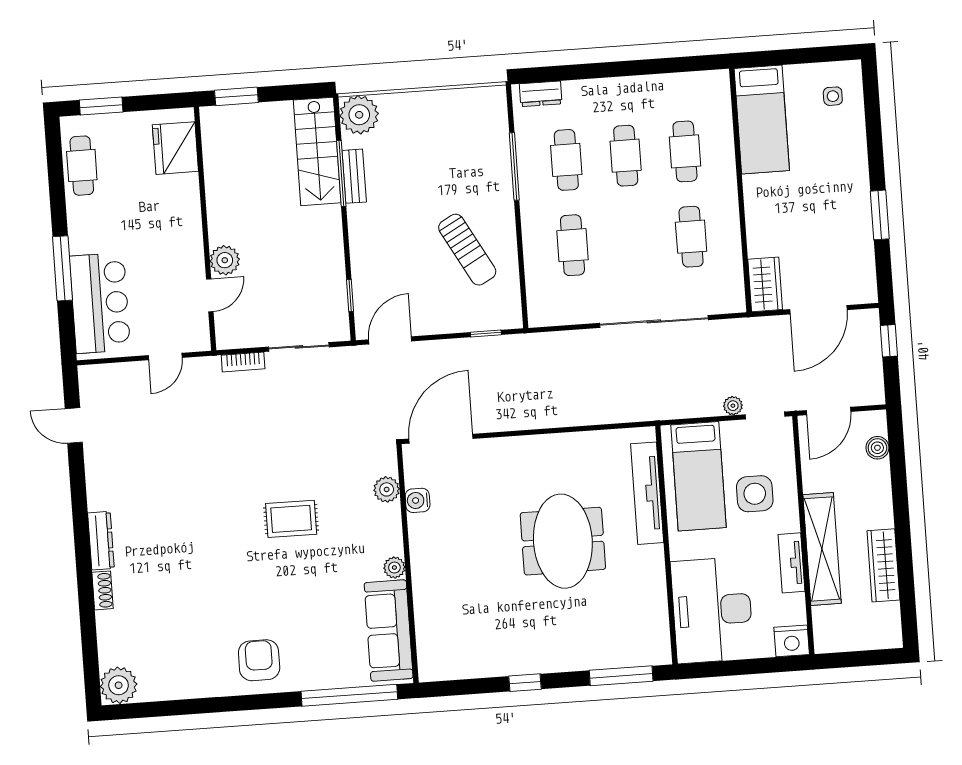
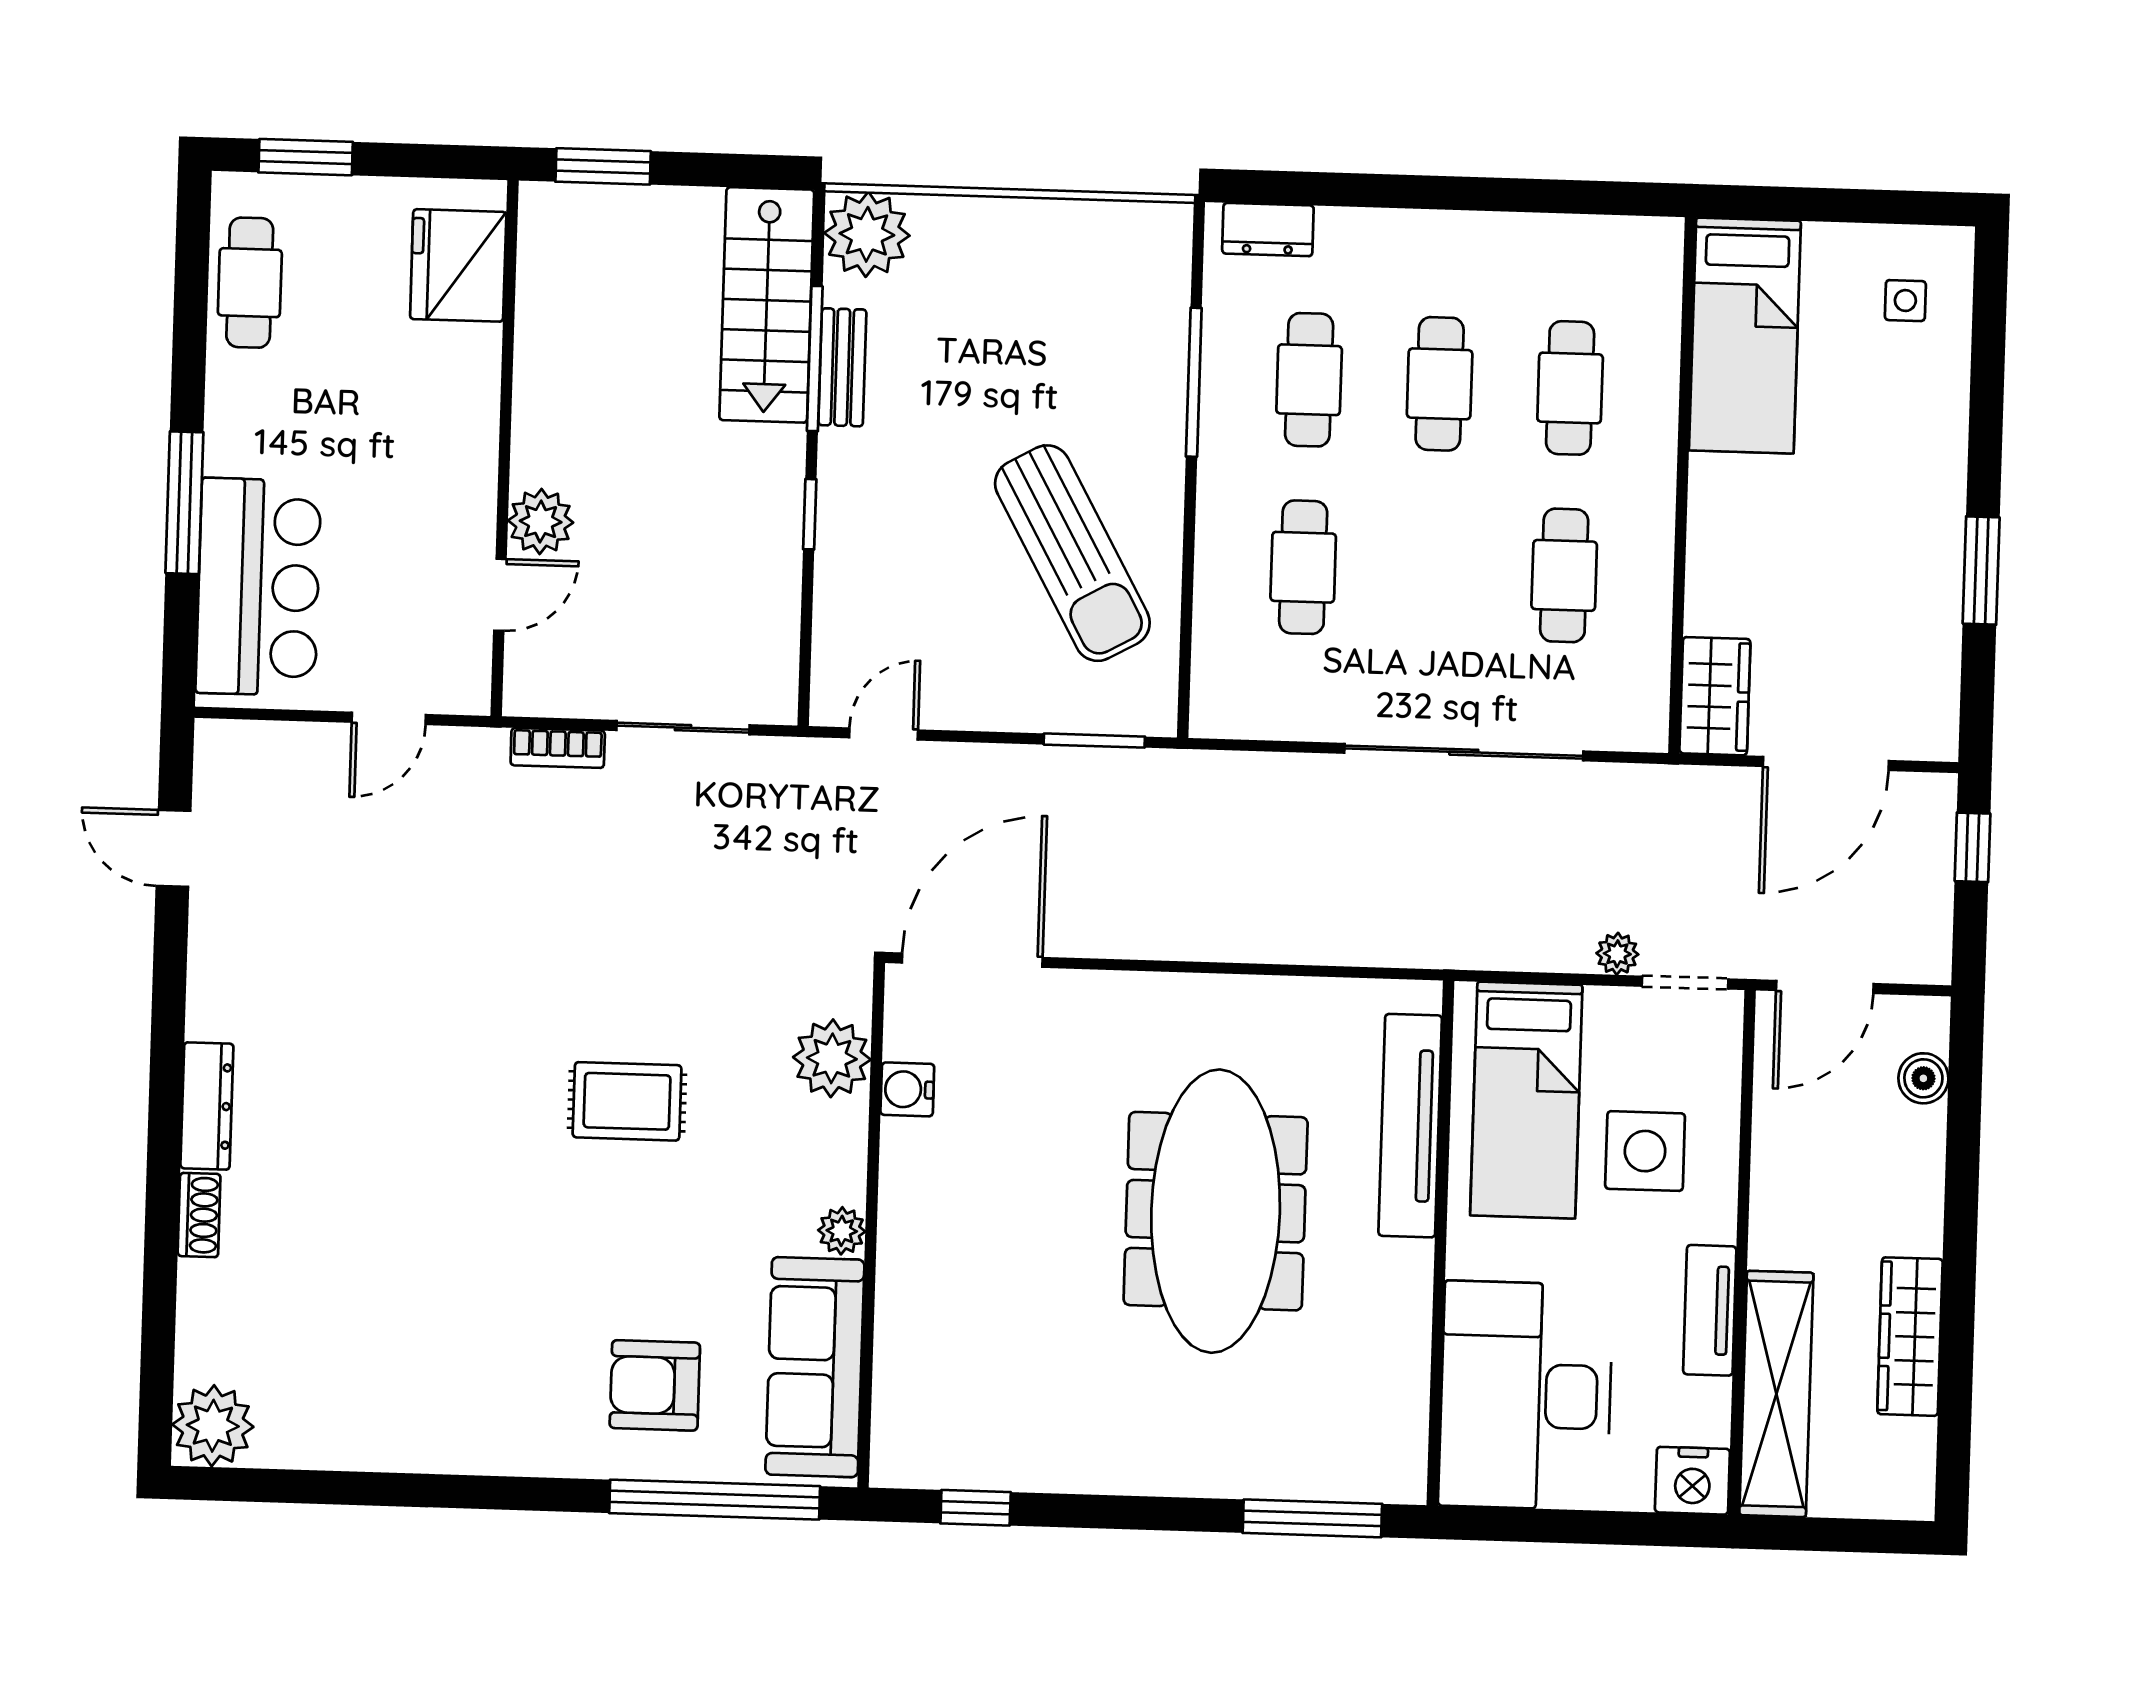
sun lounger: (467, 250) -> (1072, 553), width x1.36, depth x1.34
window: (350, 295) -> (810, 514), moved
window: (486, 334) -> (1094, 741), width x1.50
door: (390, 340) -> (884, 734), width x0.73
plant: (387, 489) -> (832, 1058), width x1.36, depth x1.36
meeting table: (563, 541) -> (1216, 1211), width x1.36
shelving: (822, 549) -> (1776, 1394), moved
armchair: (259, 660) -> (655, 1385), moved, turned -90
window: (525, 683) -> (976, 1508), moved

